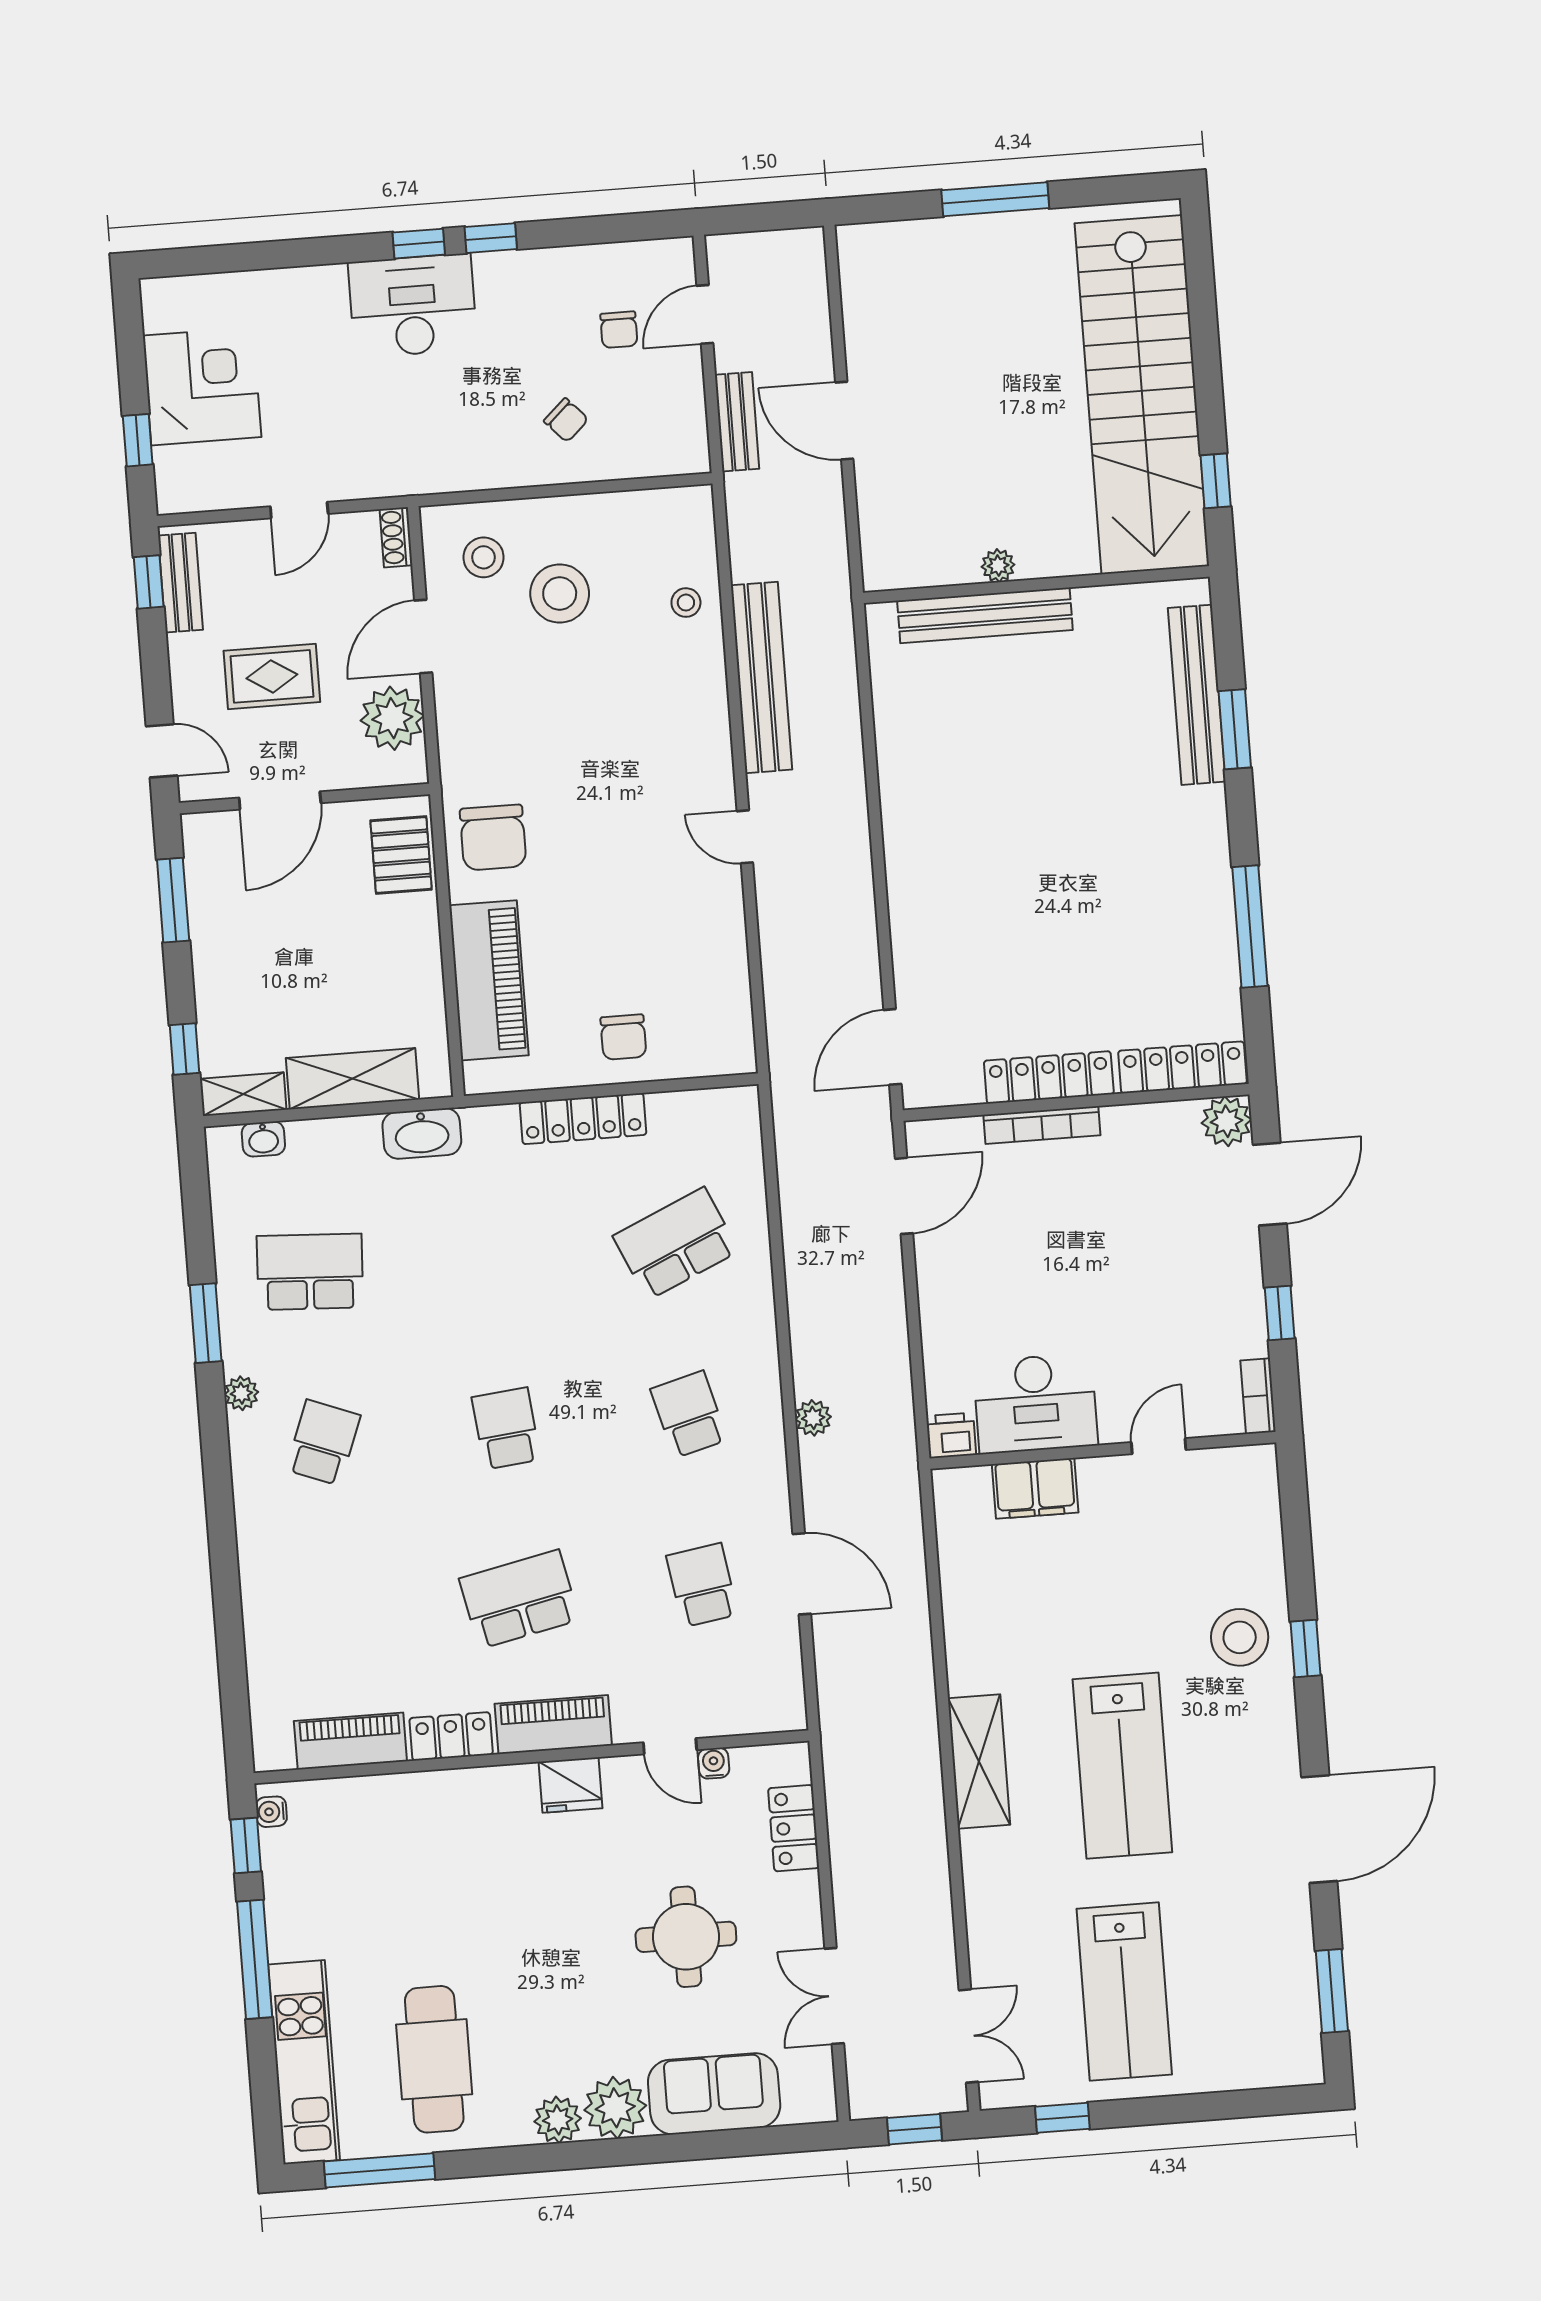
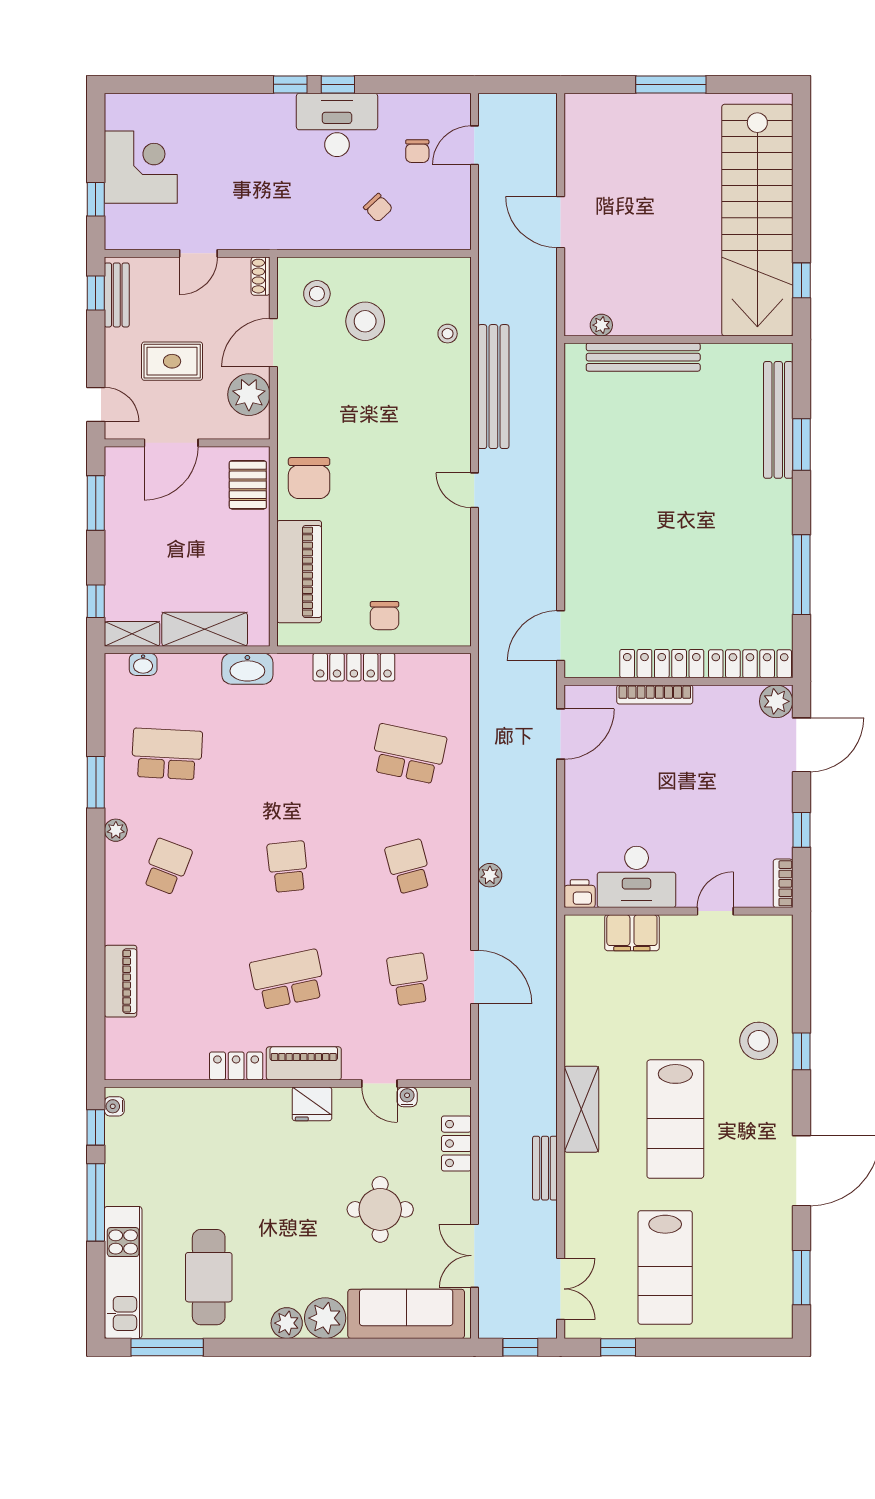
desk: (413, 306) -> (337, 125), moved
bench: (737, 422) -> (545, 1168), moved
plant: (998, 566) -> (601, 325), moved
school desk: (676, 1244) -> (409, 754), turned 36
piano: (350, 1741) -> (121, 981), moved, turned 90
sofa: (714, 2094) -> (406, 1314), width x1.36

